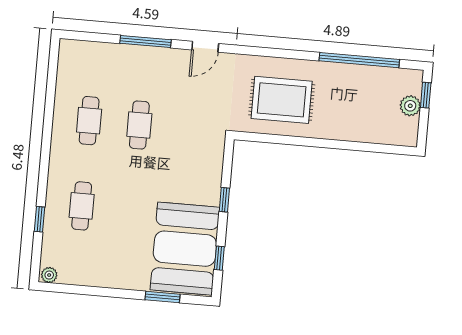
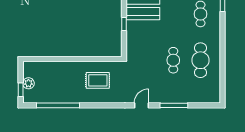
rug: (282, 100) -> (98, 80), width x0.73, depth x0.70
cafe table: (89, 121) -> (200, 60), width x1.37, depth x1.35

